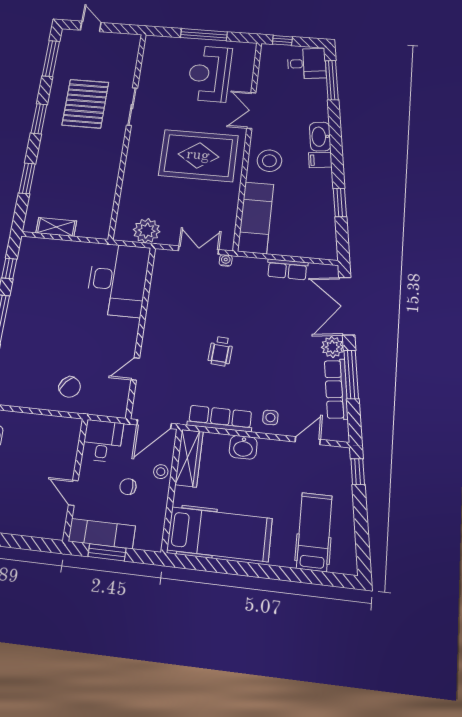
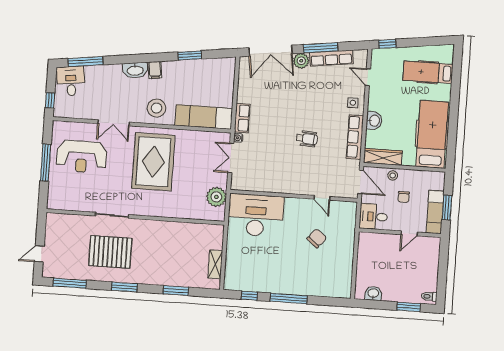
row of seats: (287, 269) -> (242, 118), moved
chair: (70, 387) -> (317, 238), moved

